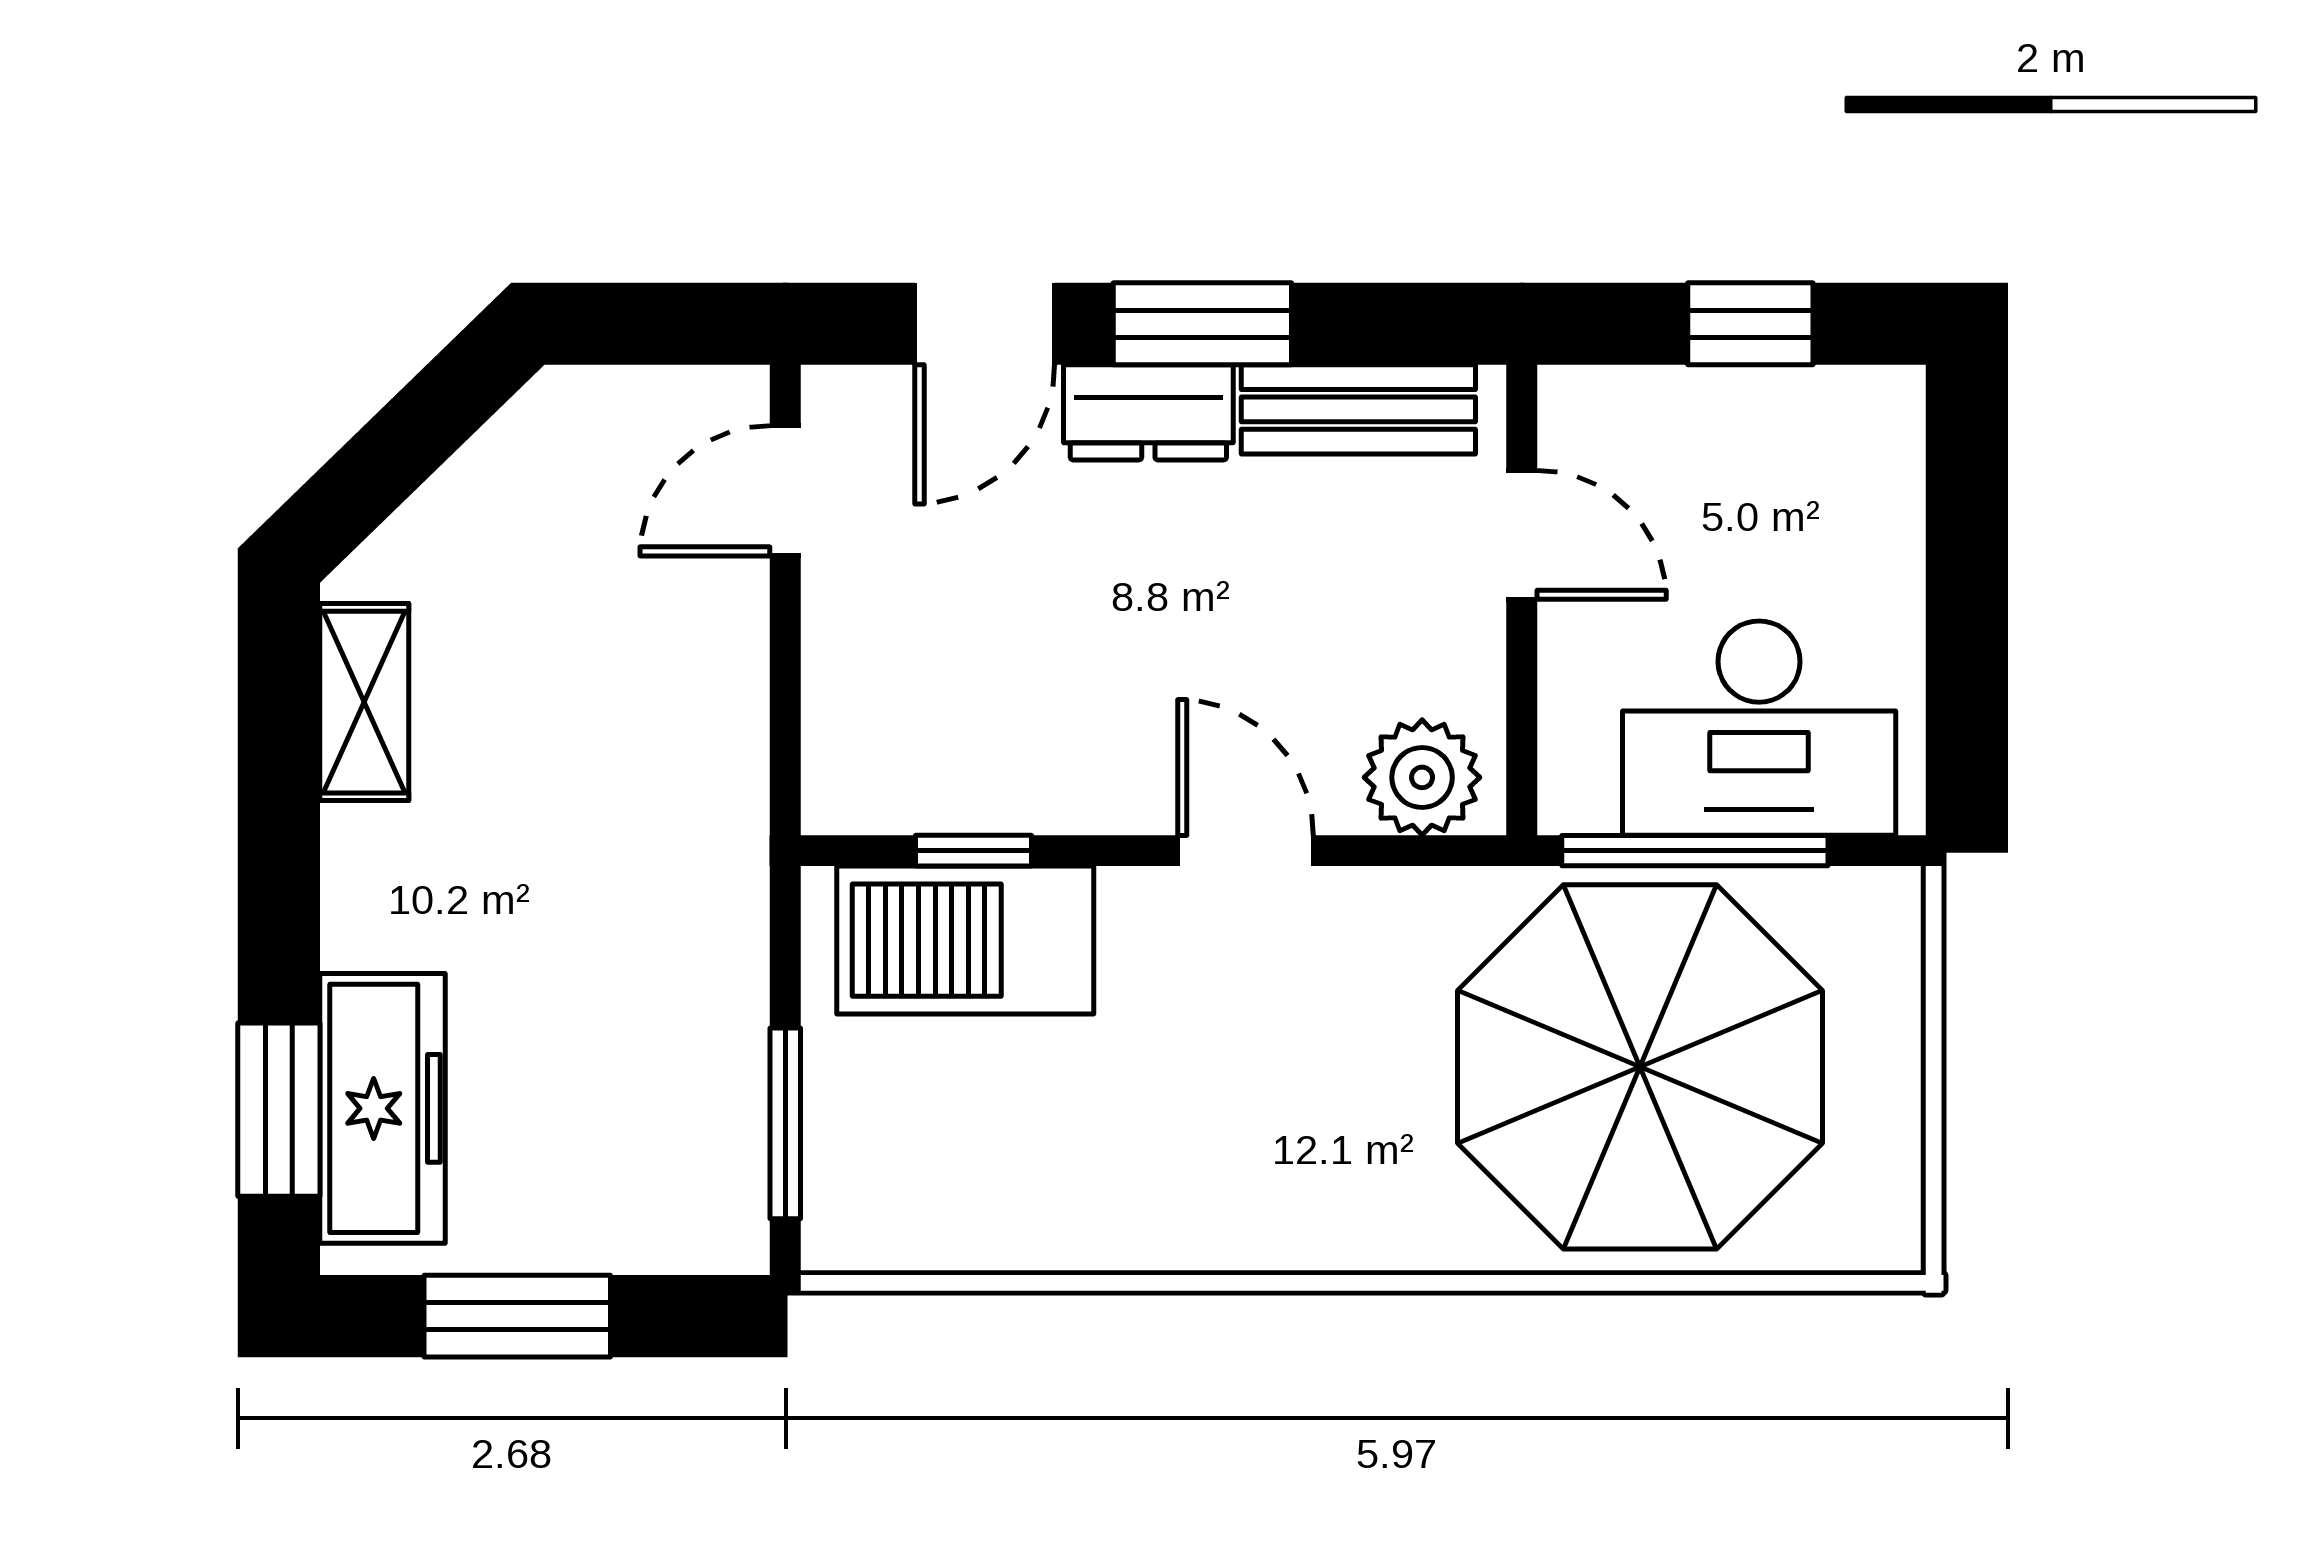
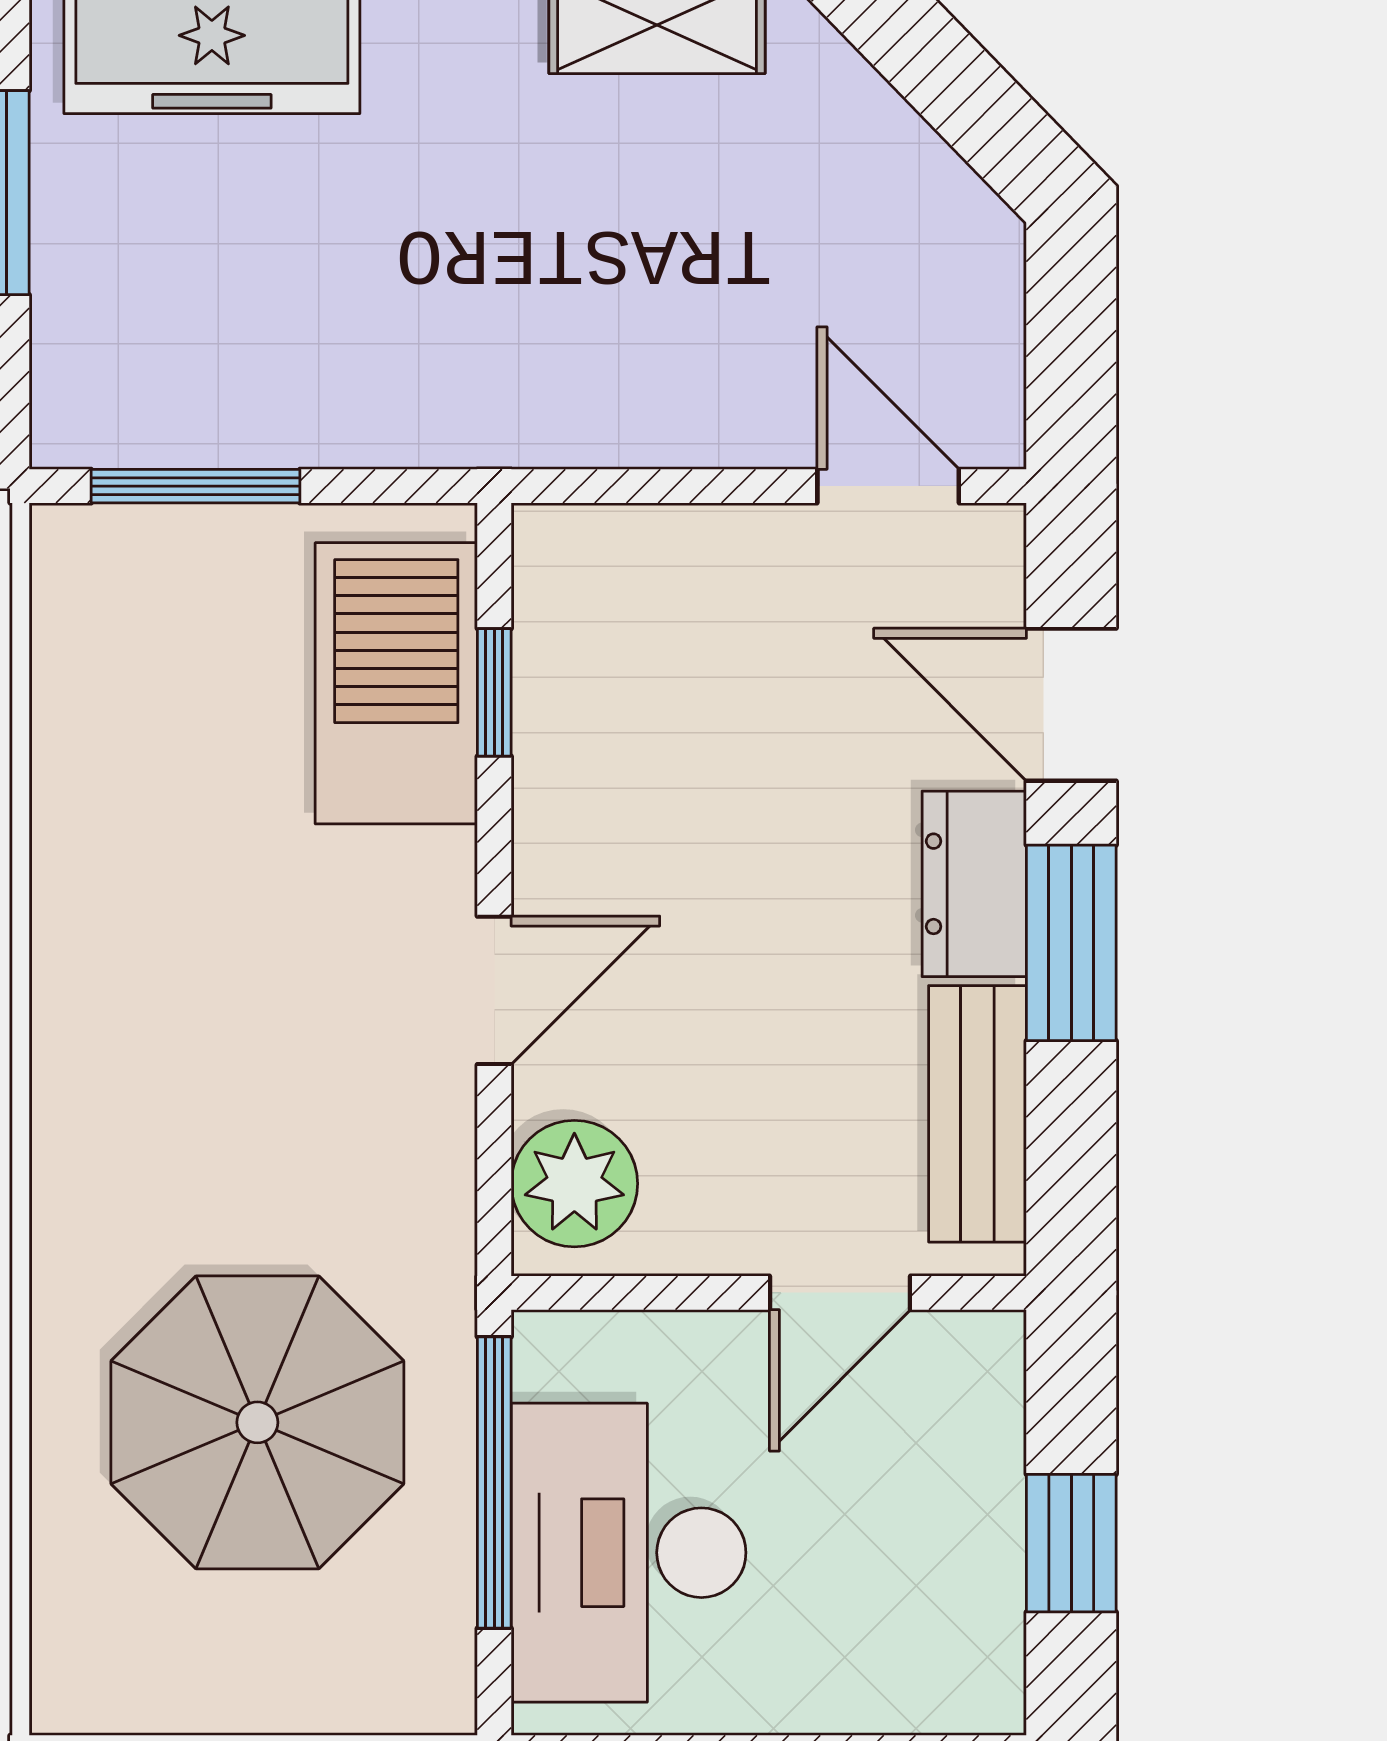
parasol: (1640, 1067) -> (257, 1422), width x0.73, depth x0.73

